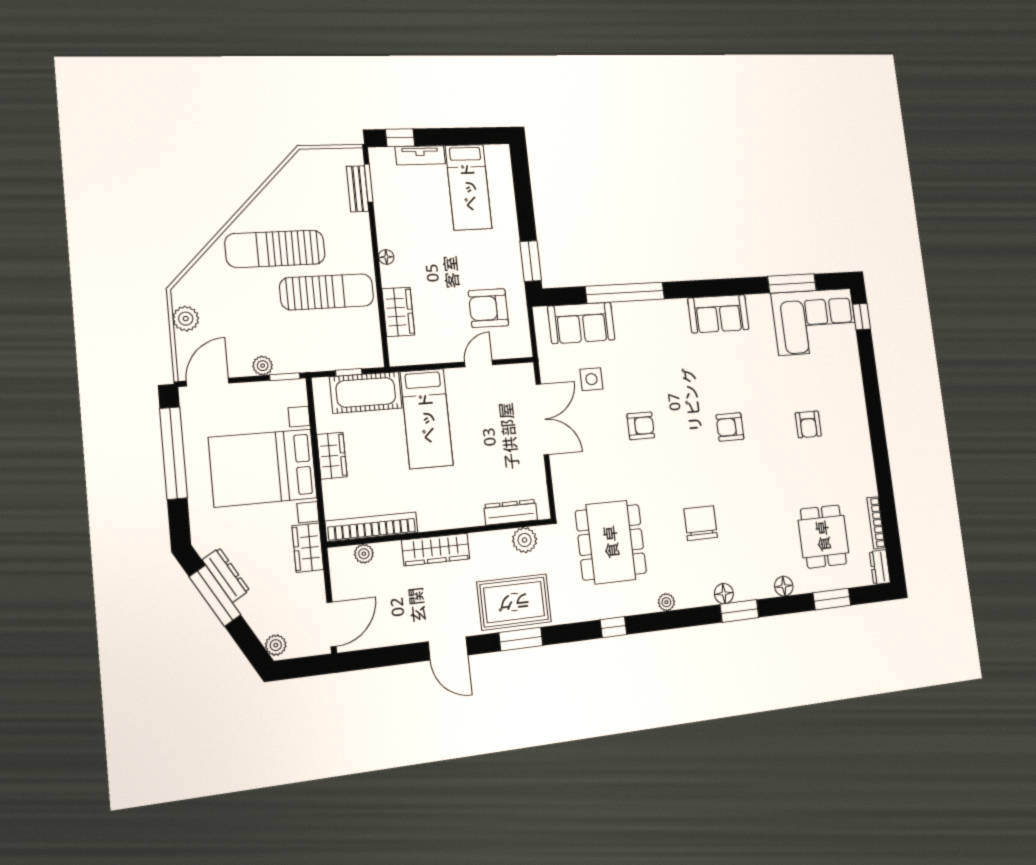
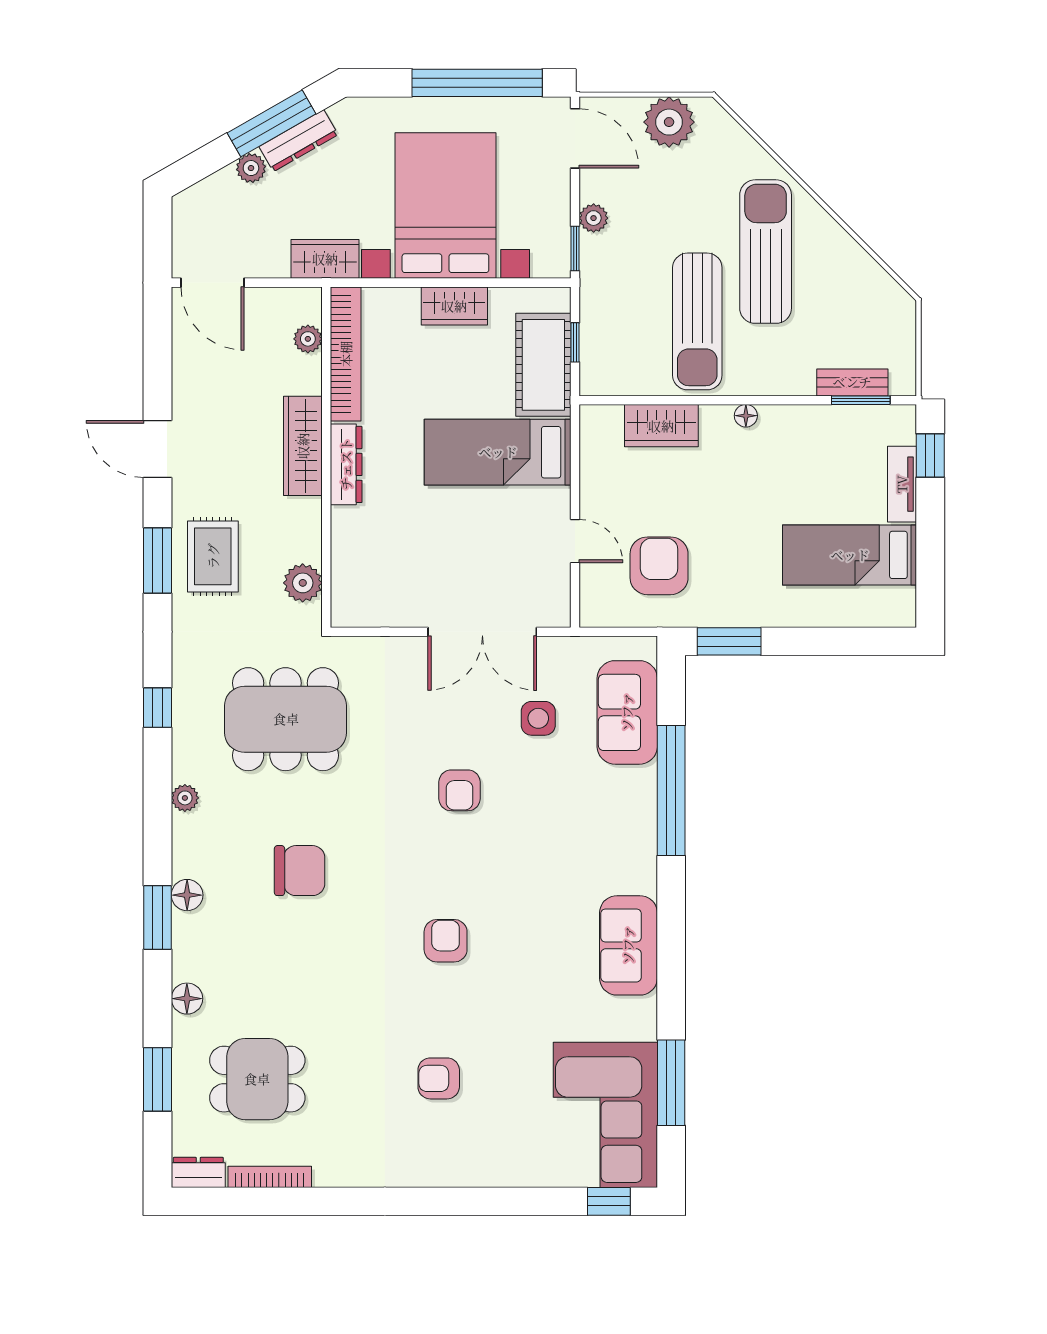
plant: (186, 319) -> (669, 122), width x1.36, depth x1.36
dresser: (511, 512) -> (346, 464), moved
rug: (514, 602) -> (213, 556), width x0.73, depth x0.70
plant: (276, 645) -> (251, 168), moved
door: (448, 648) -> (157, 449), hinge flipped

